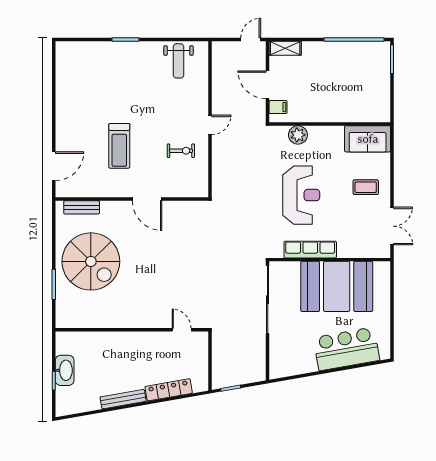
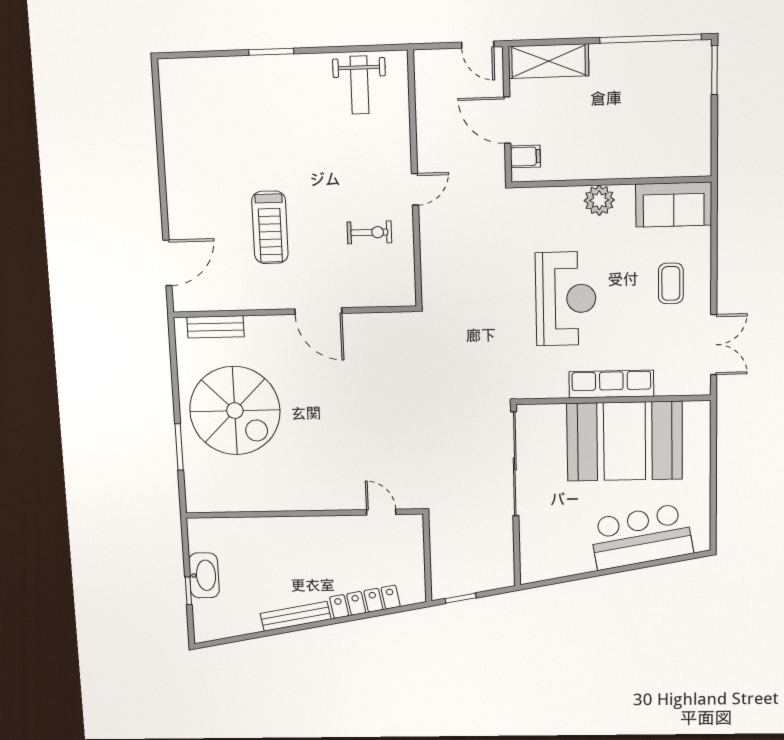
door: (251, 39) -> (478, 45), swing flipped
shelving: (285, 48) -> (549, 61), width x1.50, depth x1.33
plant: (298, 135) -> (599, 200), moved
coffee table: (366, 187) -> (671, 283), turned 90
row of seats: (310, 250) -> (611, 384), moved

